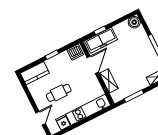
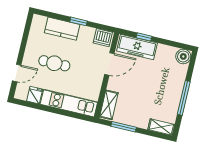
kitchen counter: (35, 73) -> (62, 29), moved
shelving: (109, 81) -> (109, 105), moved

